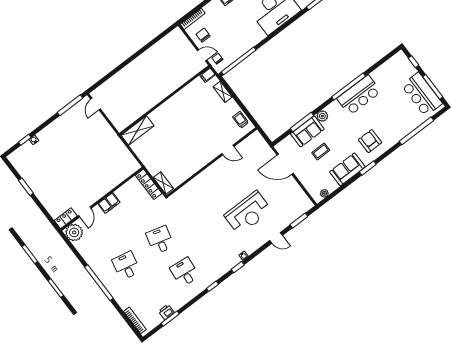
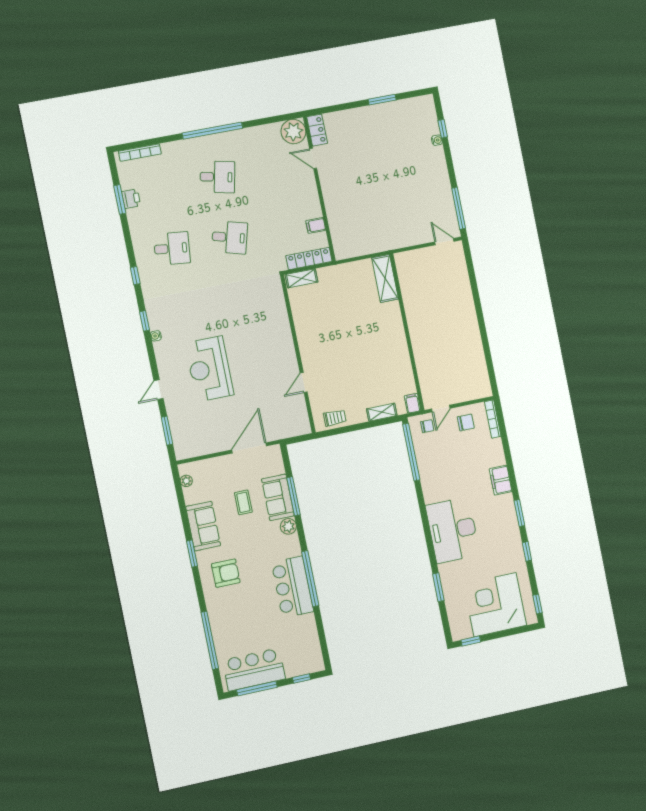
filing cabinet: (109, 203) -> (316, 225), moved, width x0.50

